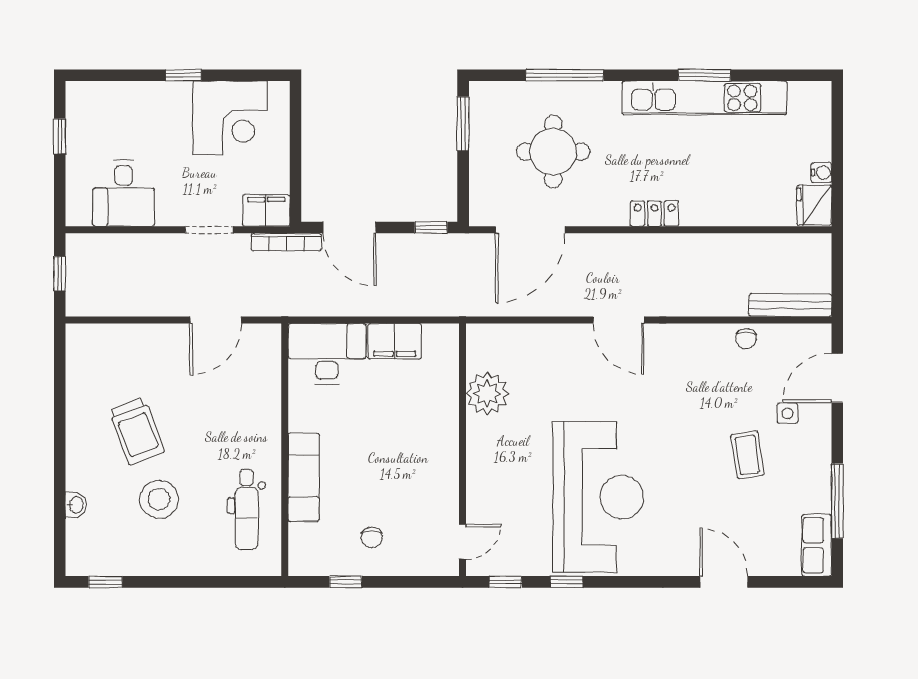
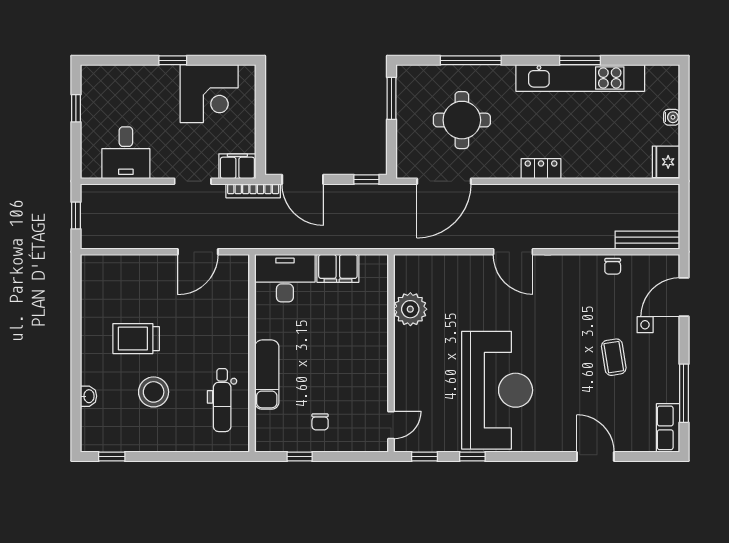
water cooler: (821, 172) -> (672, 117), moved
trolley: (137, 431) -> (136, 339), turned 111

